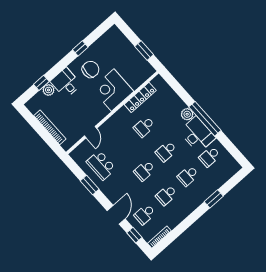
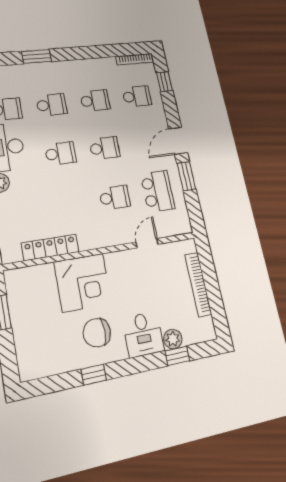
school desk: (144, 127) -> (115, 197), moved
door: (116, 215) -> (178, 141), moved

